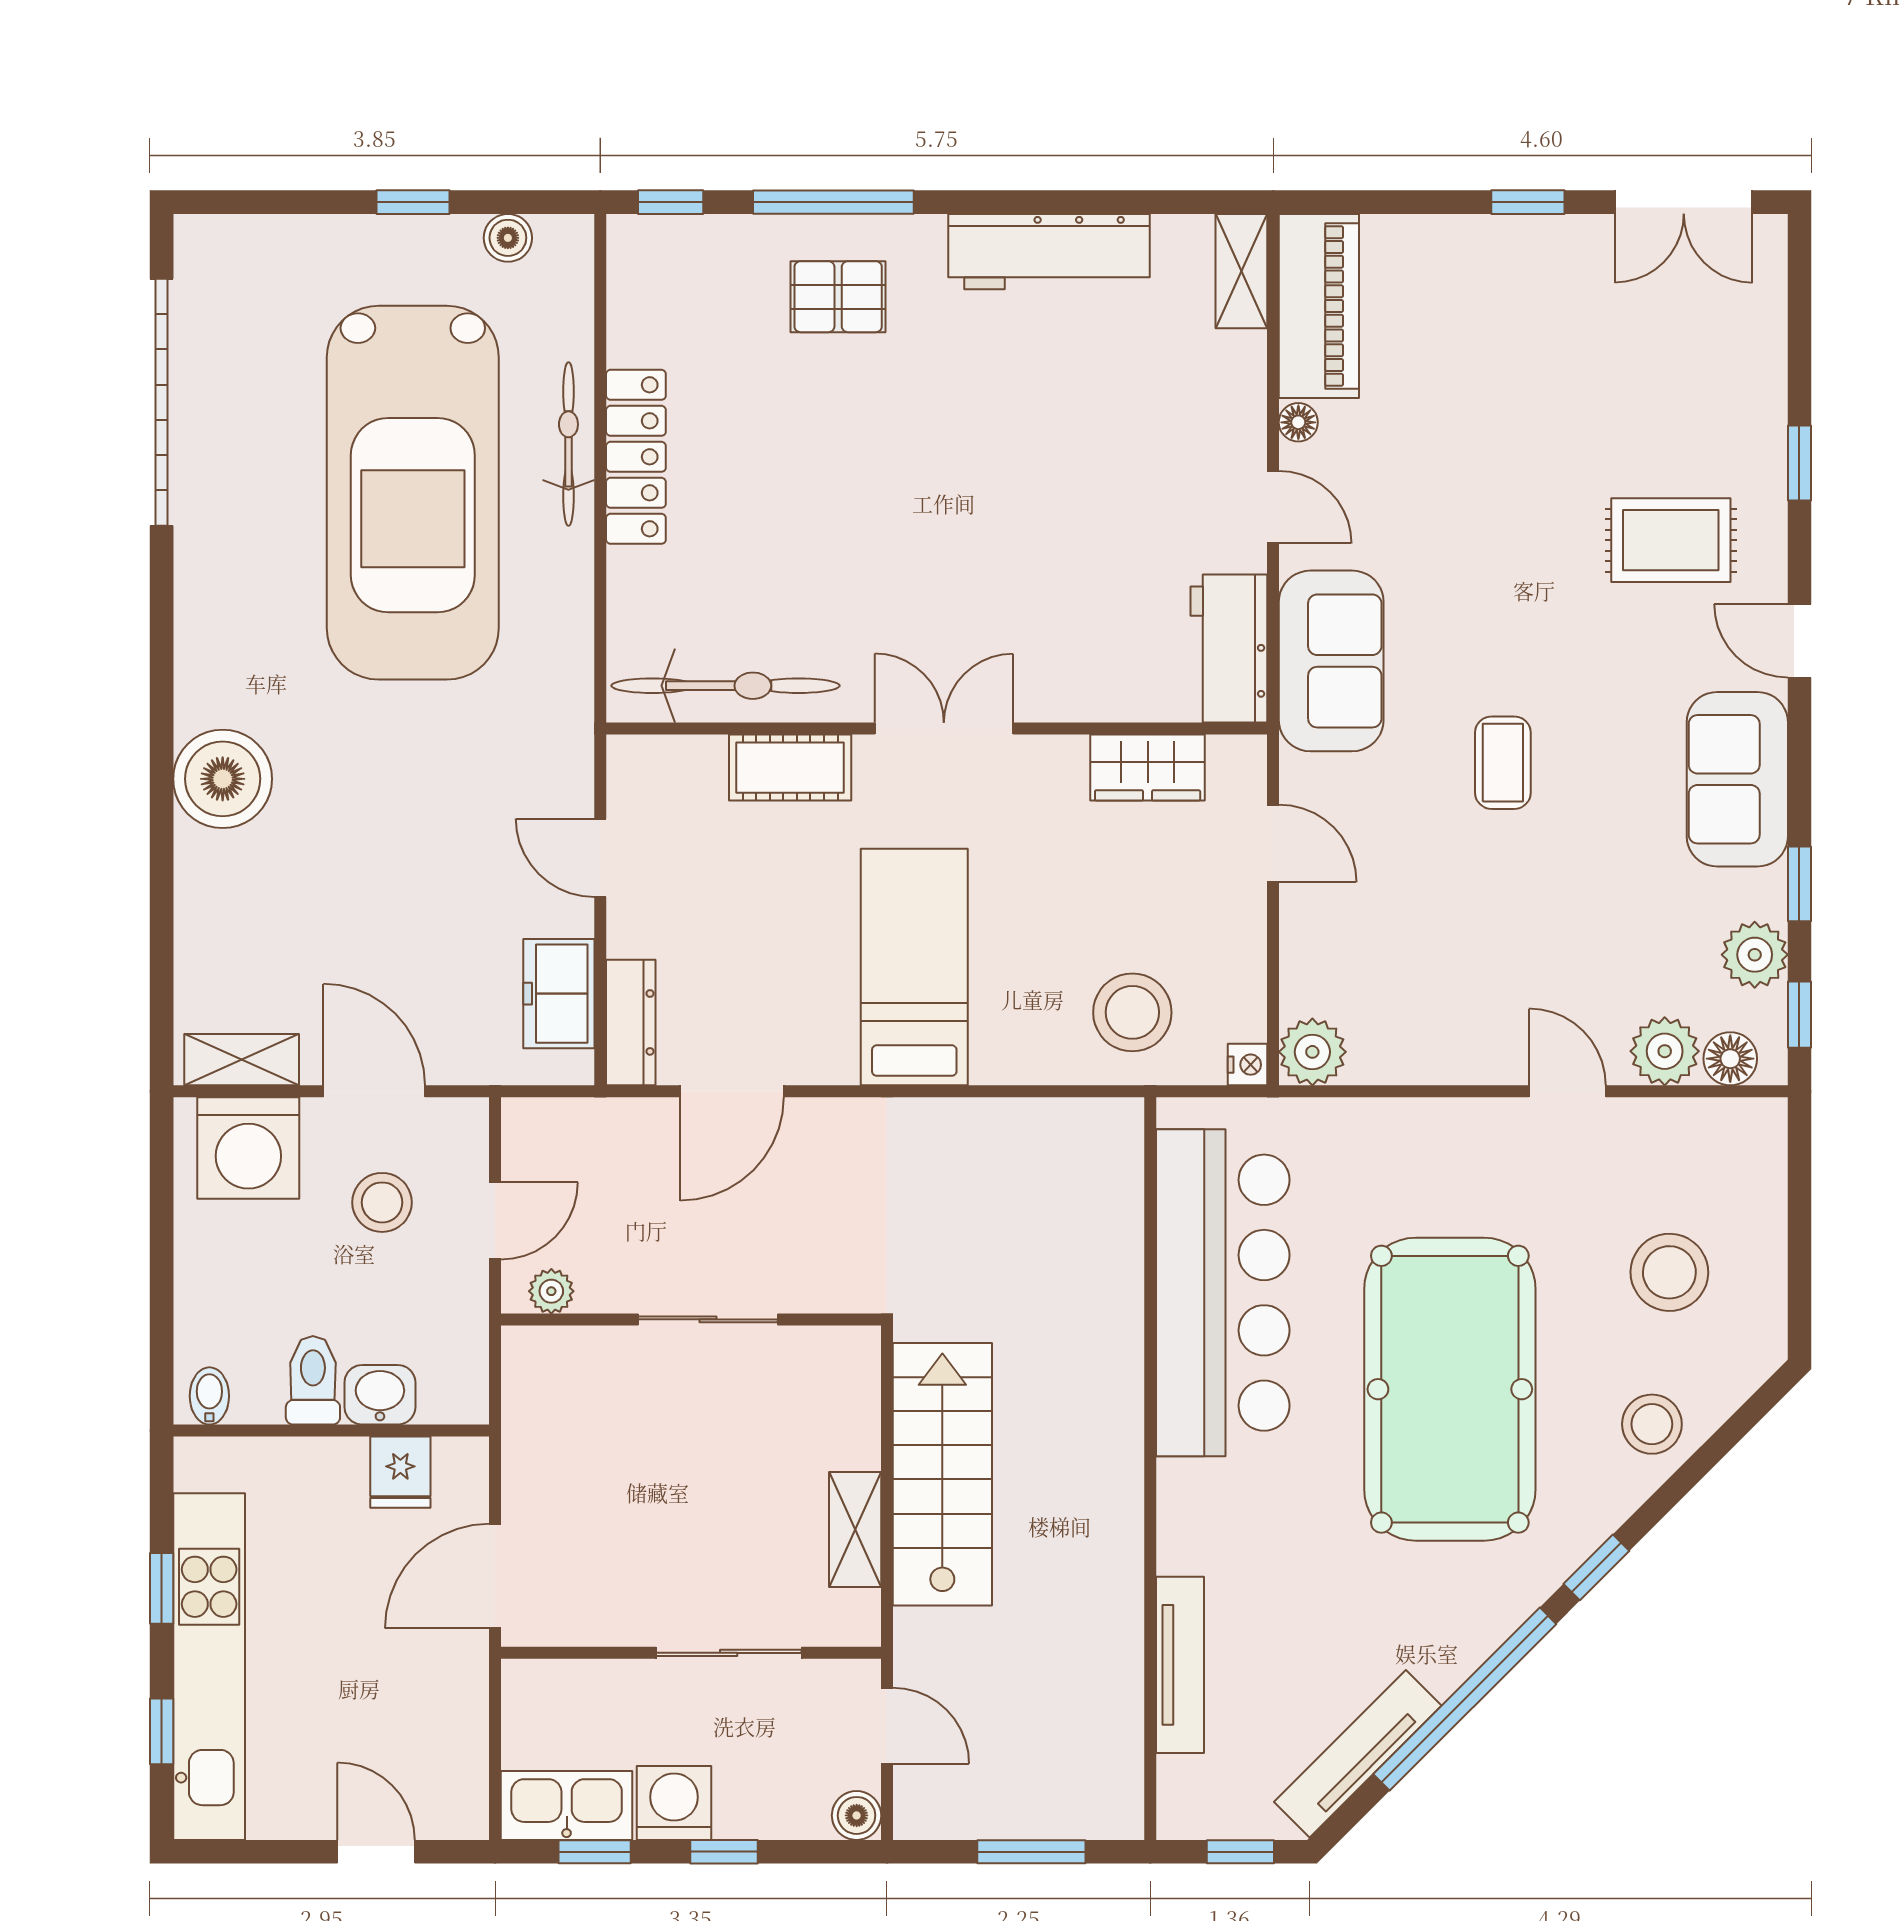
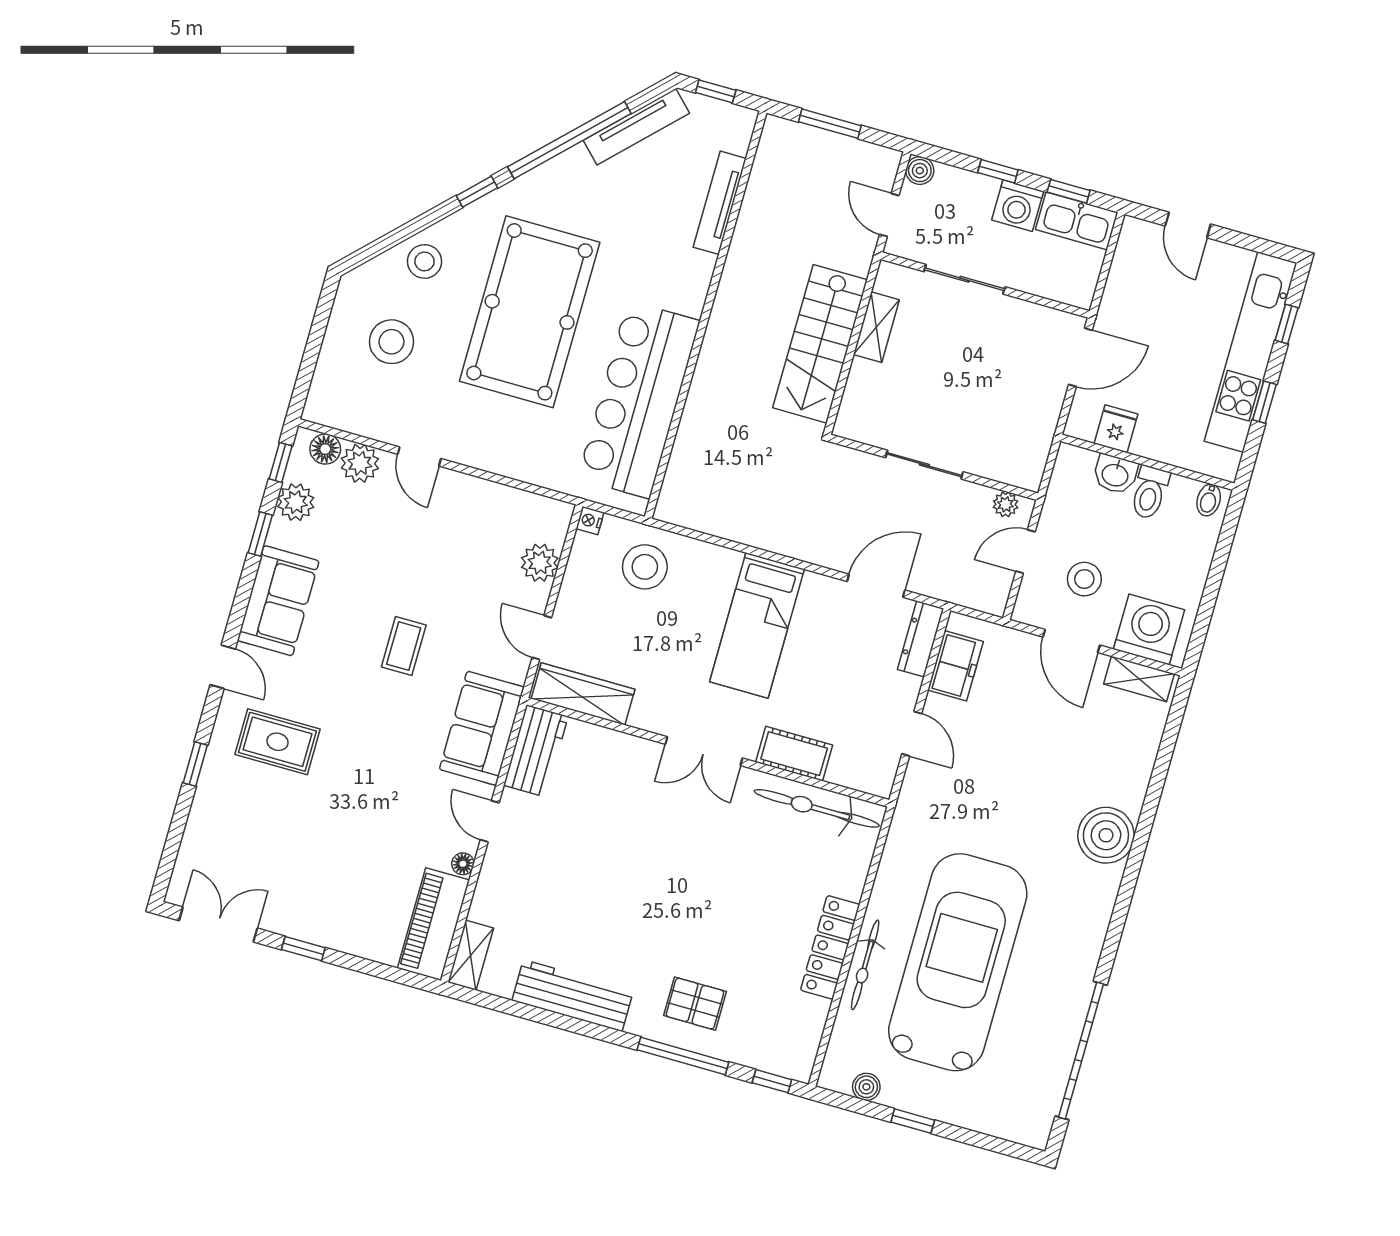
wardrobe: (1148, 768) -> (583, 694), width x1.50
plant: (1312, 1052) -> (540, 563), moved

